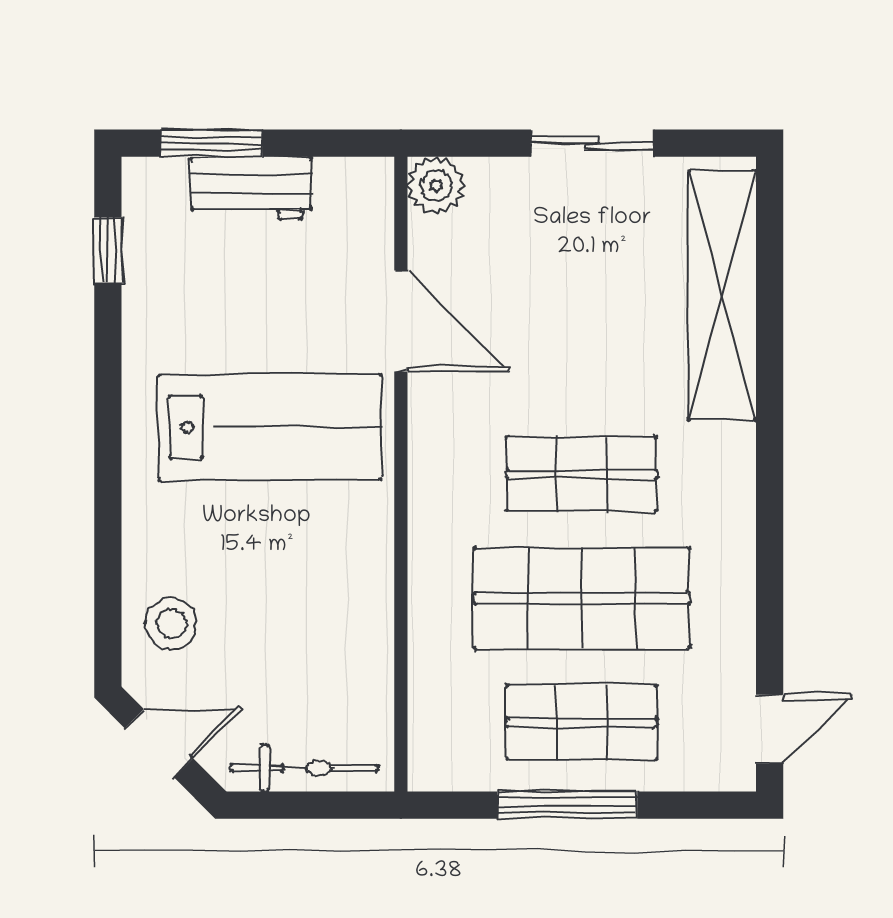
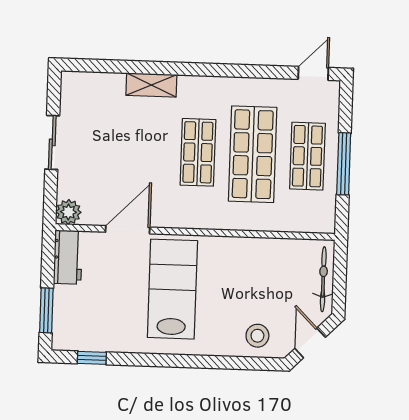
workbench: (251, 188) -> (68, 257), moved
shelving: (722, 295) -> (151, 85), width x0.45, depth x0.75
door: (770, 729) -> (313, 73), hinge flipped

